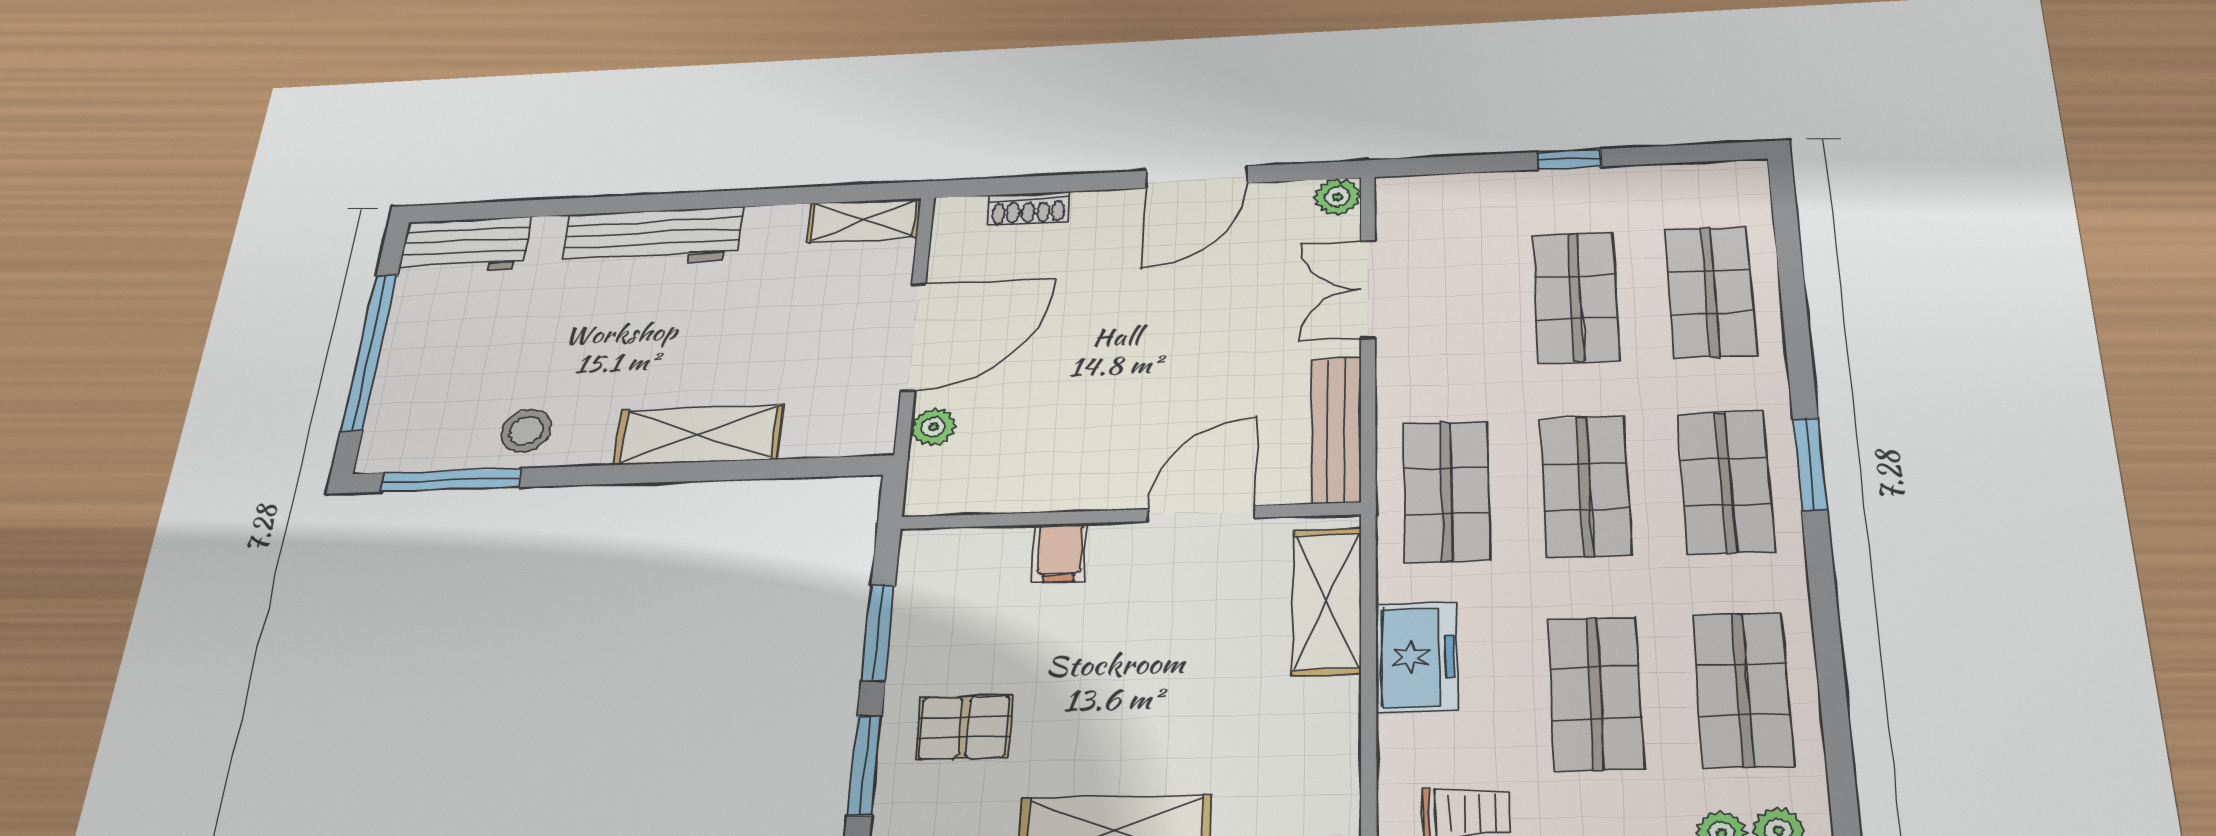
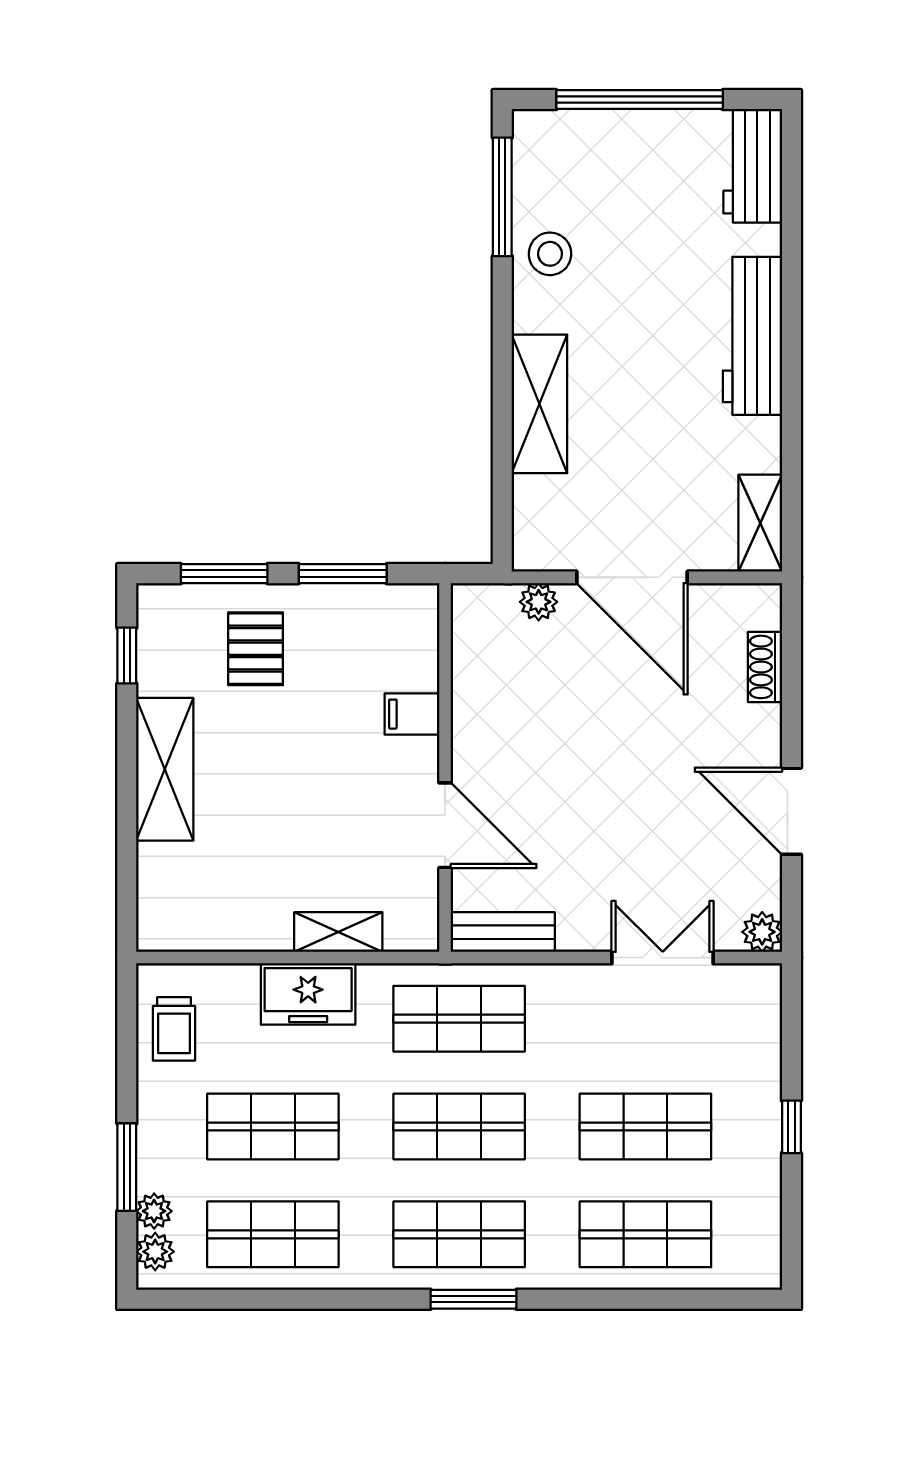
bench: (1336, 430) -> (503, 932), width x0.73
shelving: (1327, 601) -> (338, 932), width x0.67, depth x0.75

